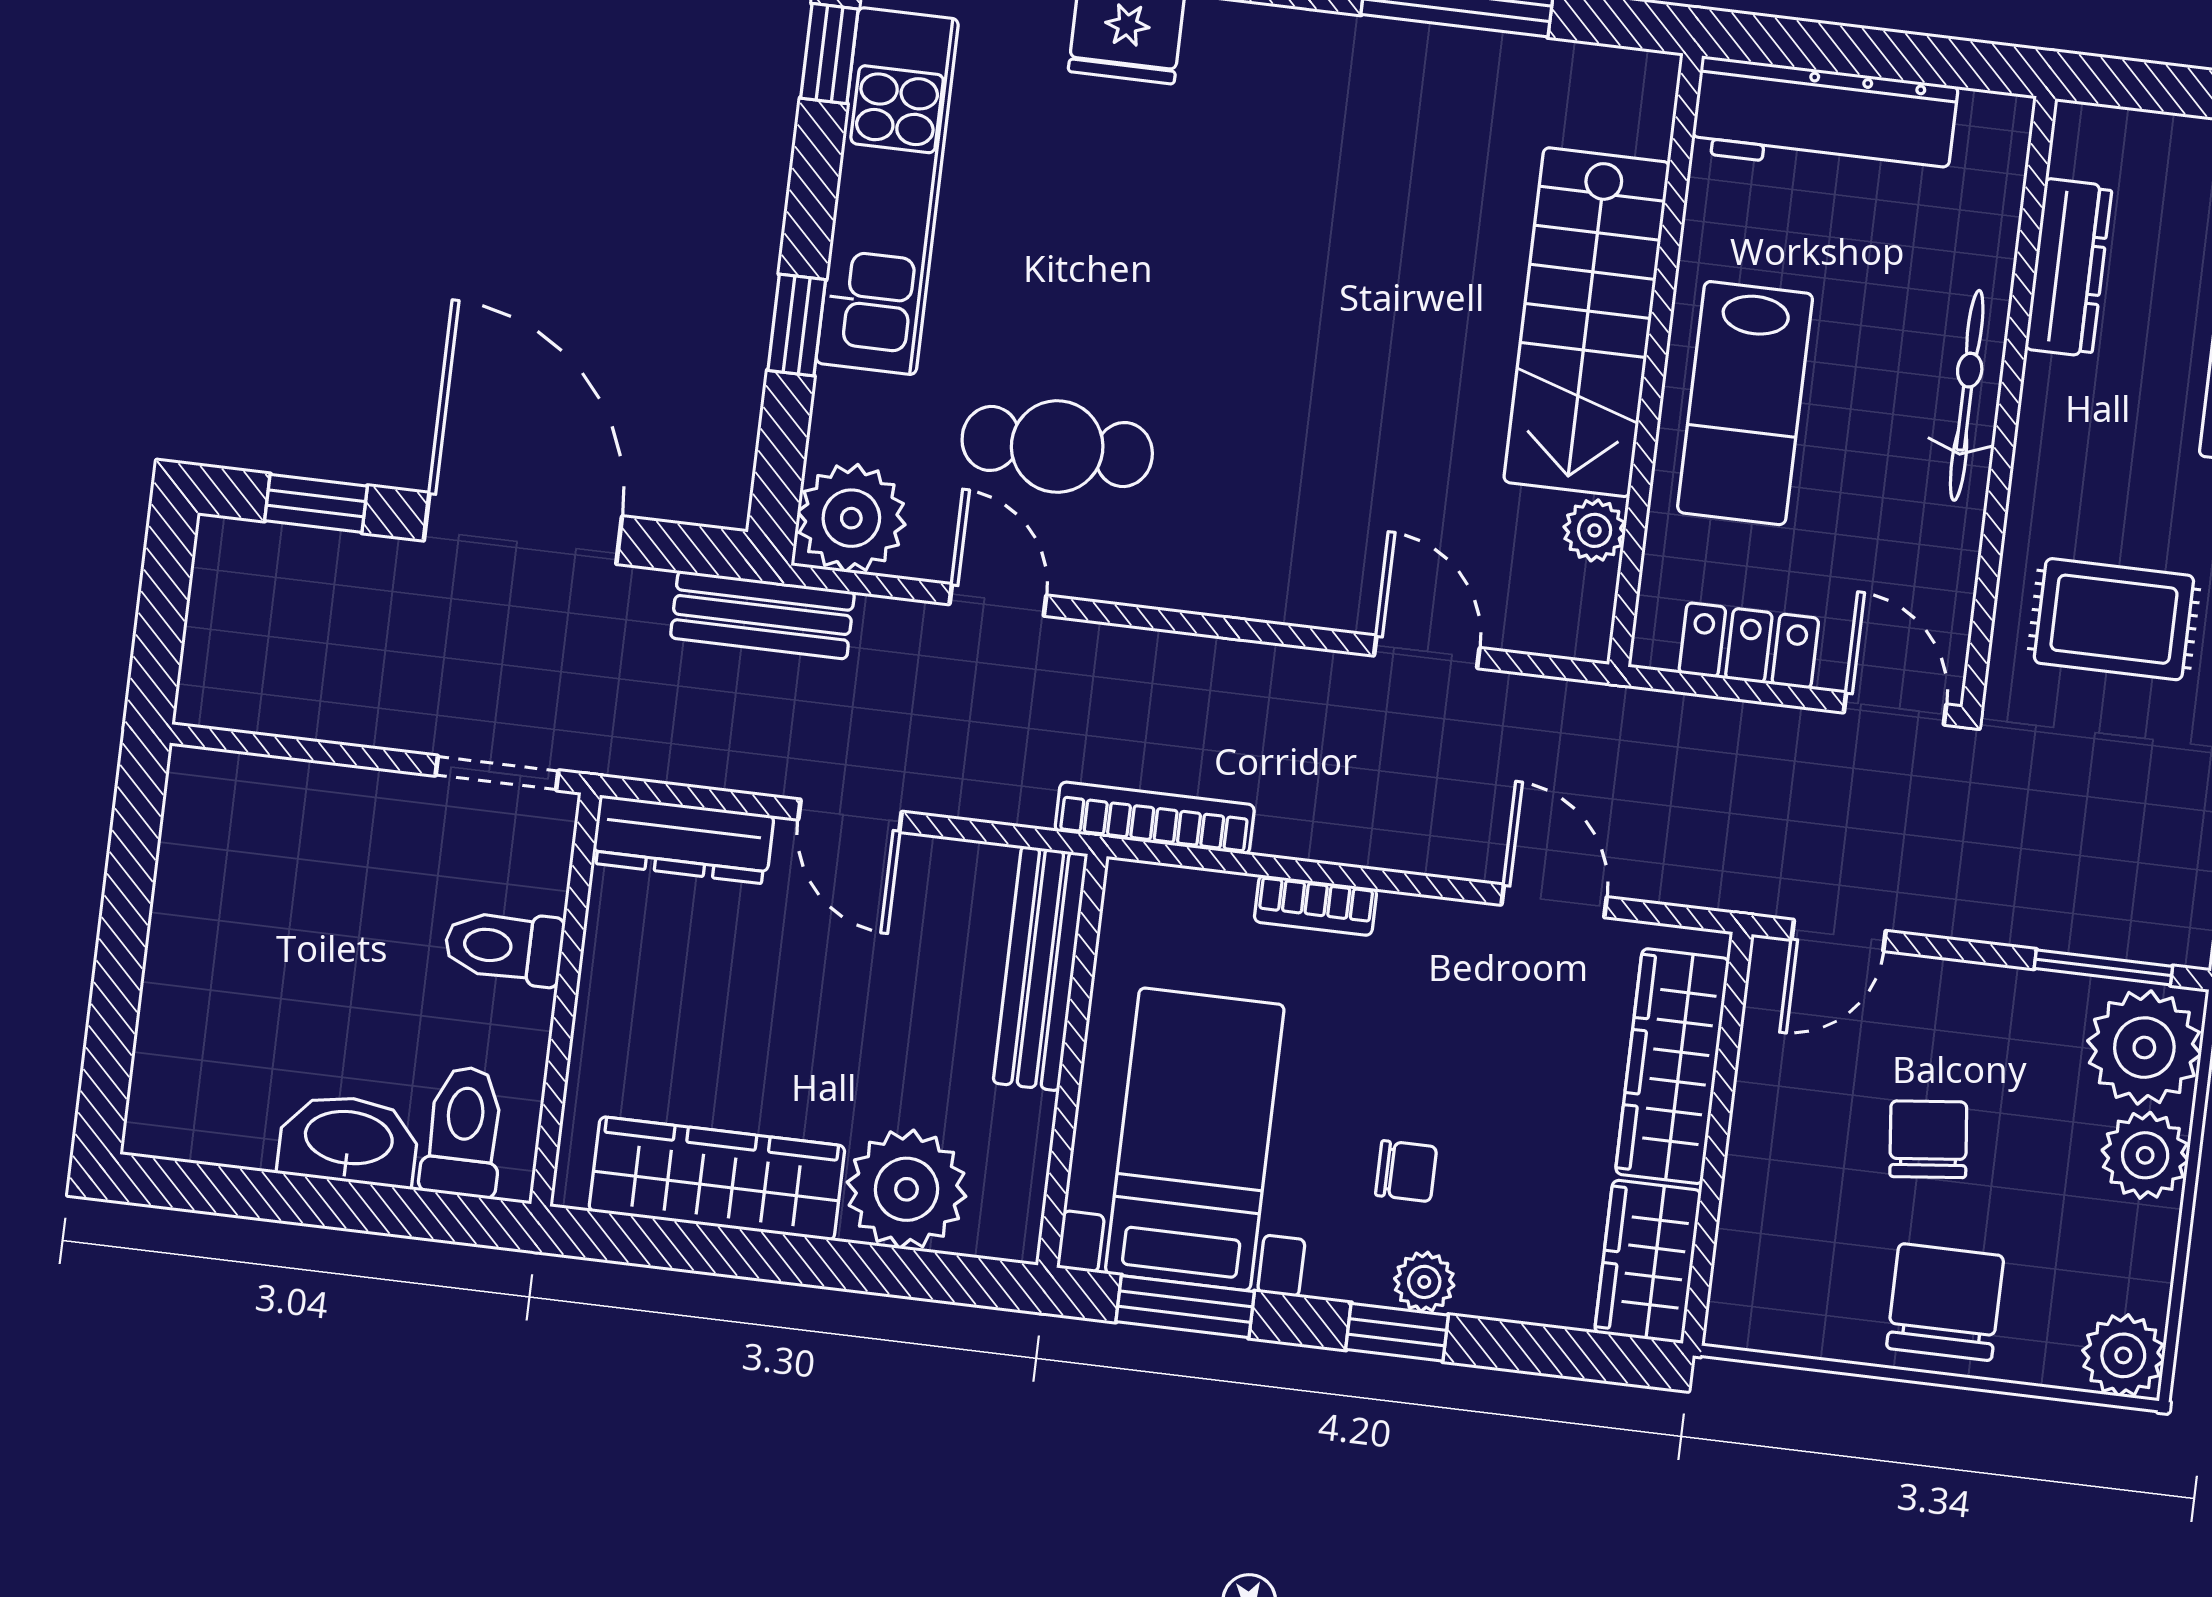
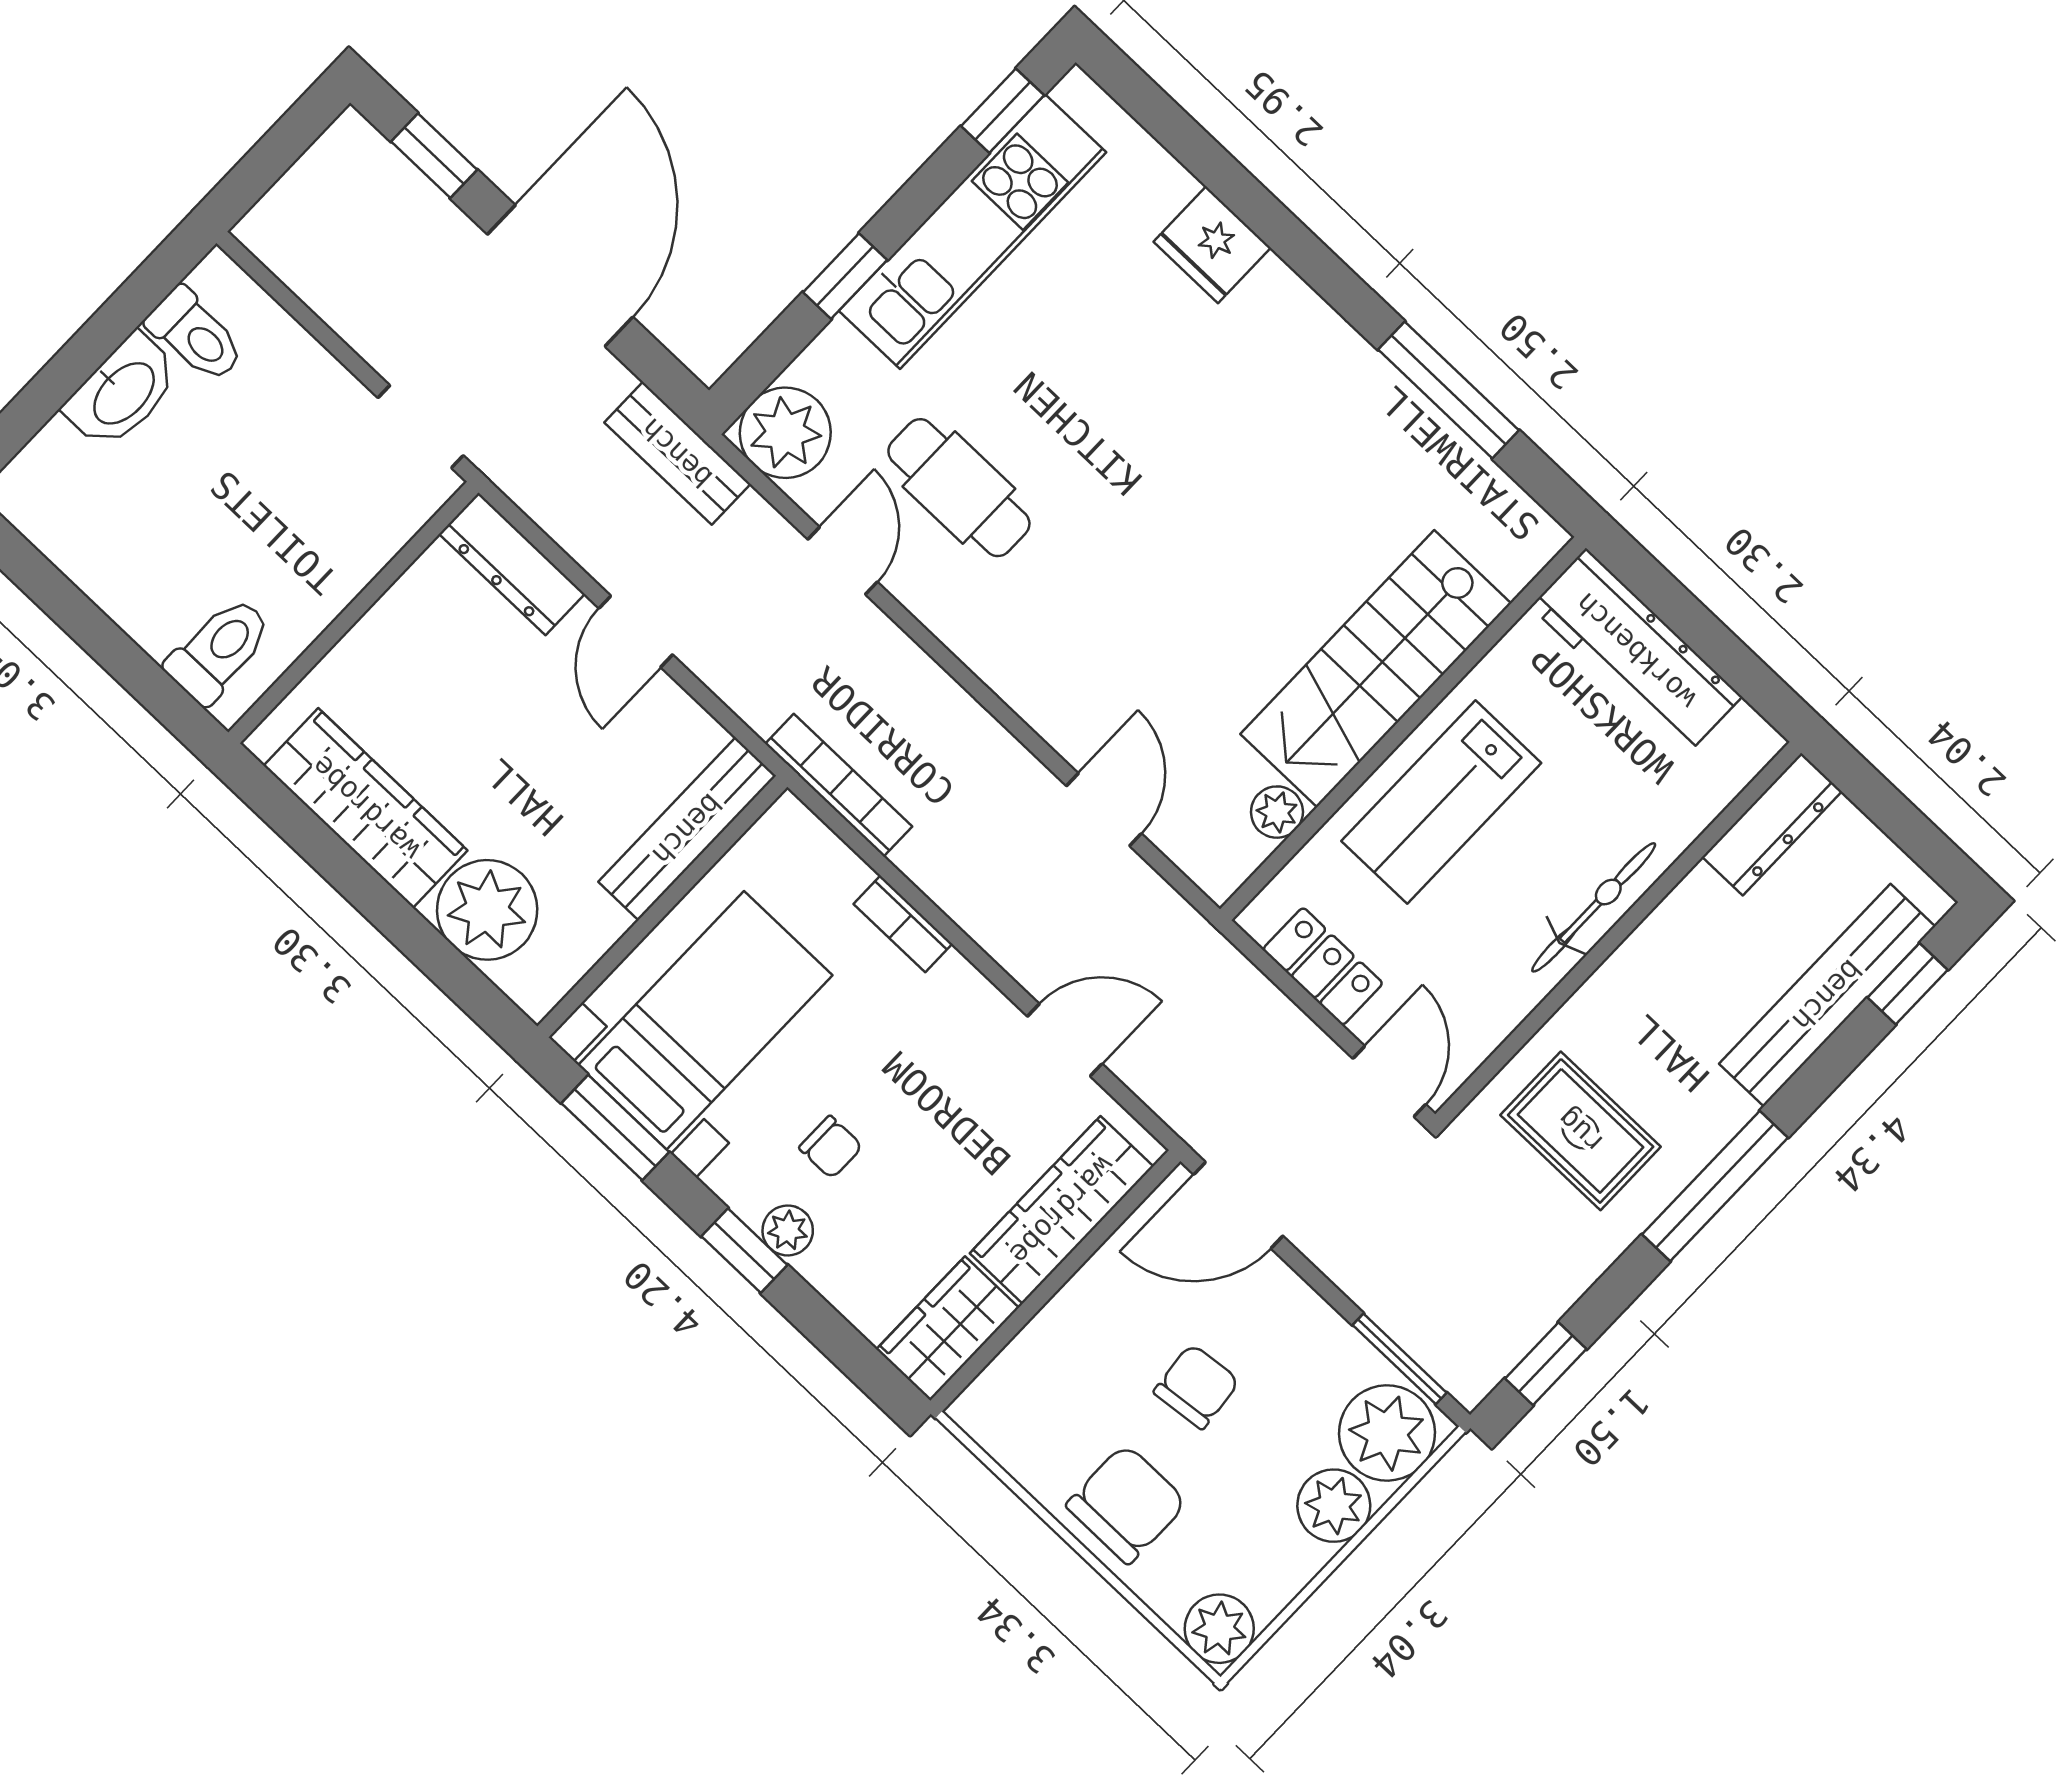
dresser: (2069, 268) -> (1772, 824), moved
door: (1554, 901) -> (1065, 1040), hinge flipped
door: (1839, 935) -> (1238, 1205), width x1.38
toilet: (504, 947) -> (196, 335), moved, turned 180
washbasin: (348, 1140) -> (123, 392), moved, turned 90

